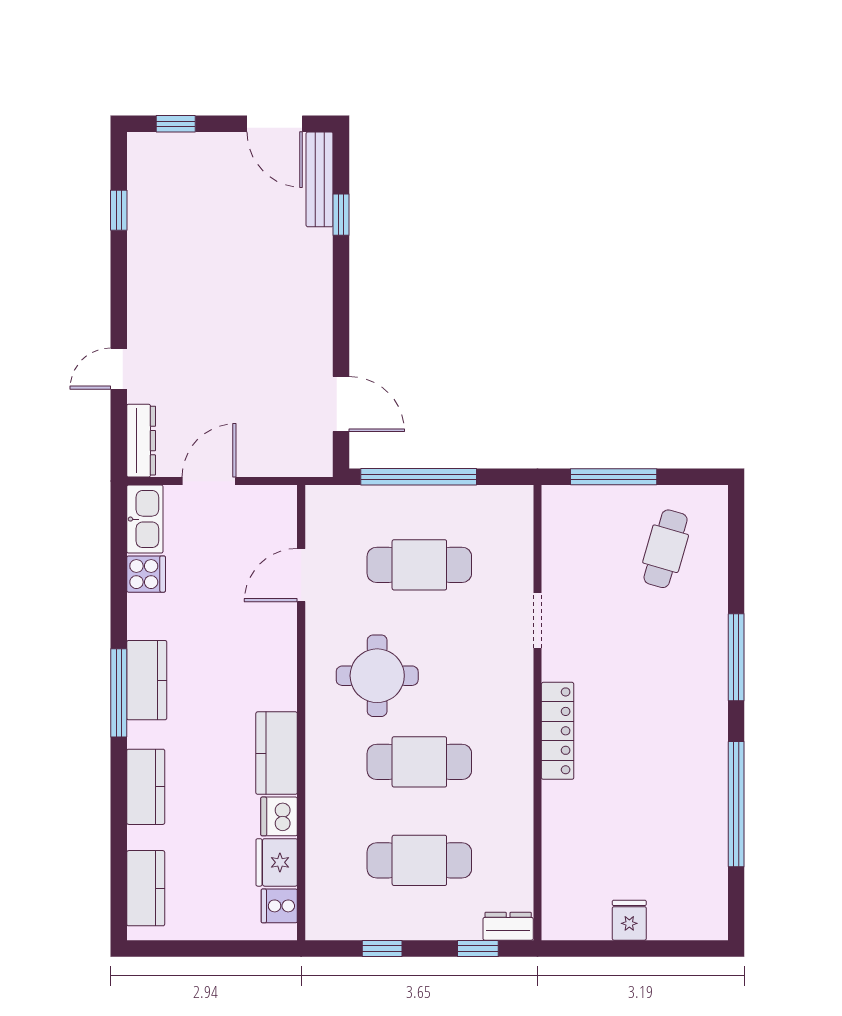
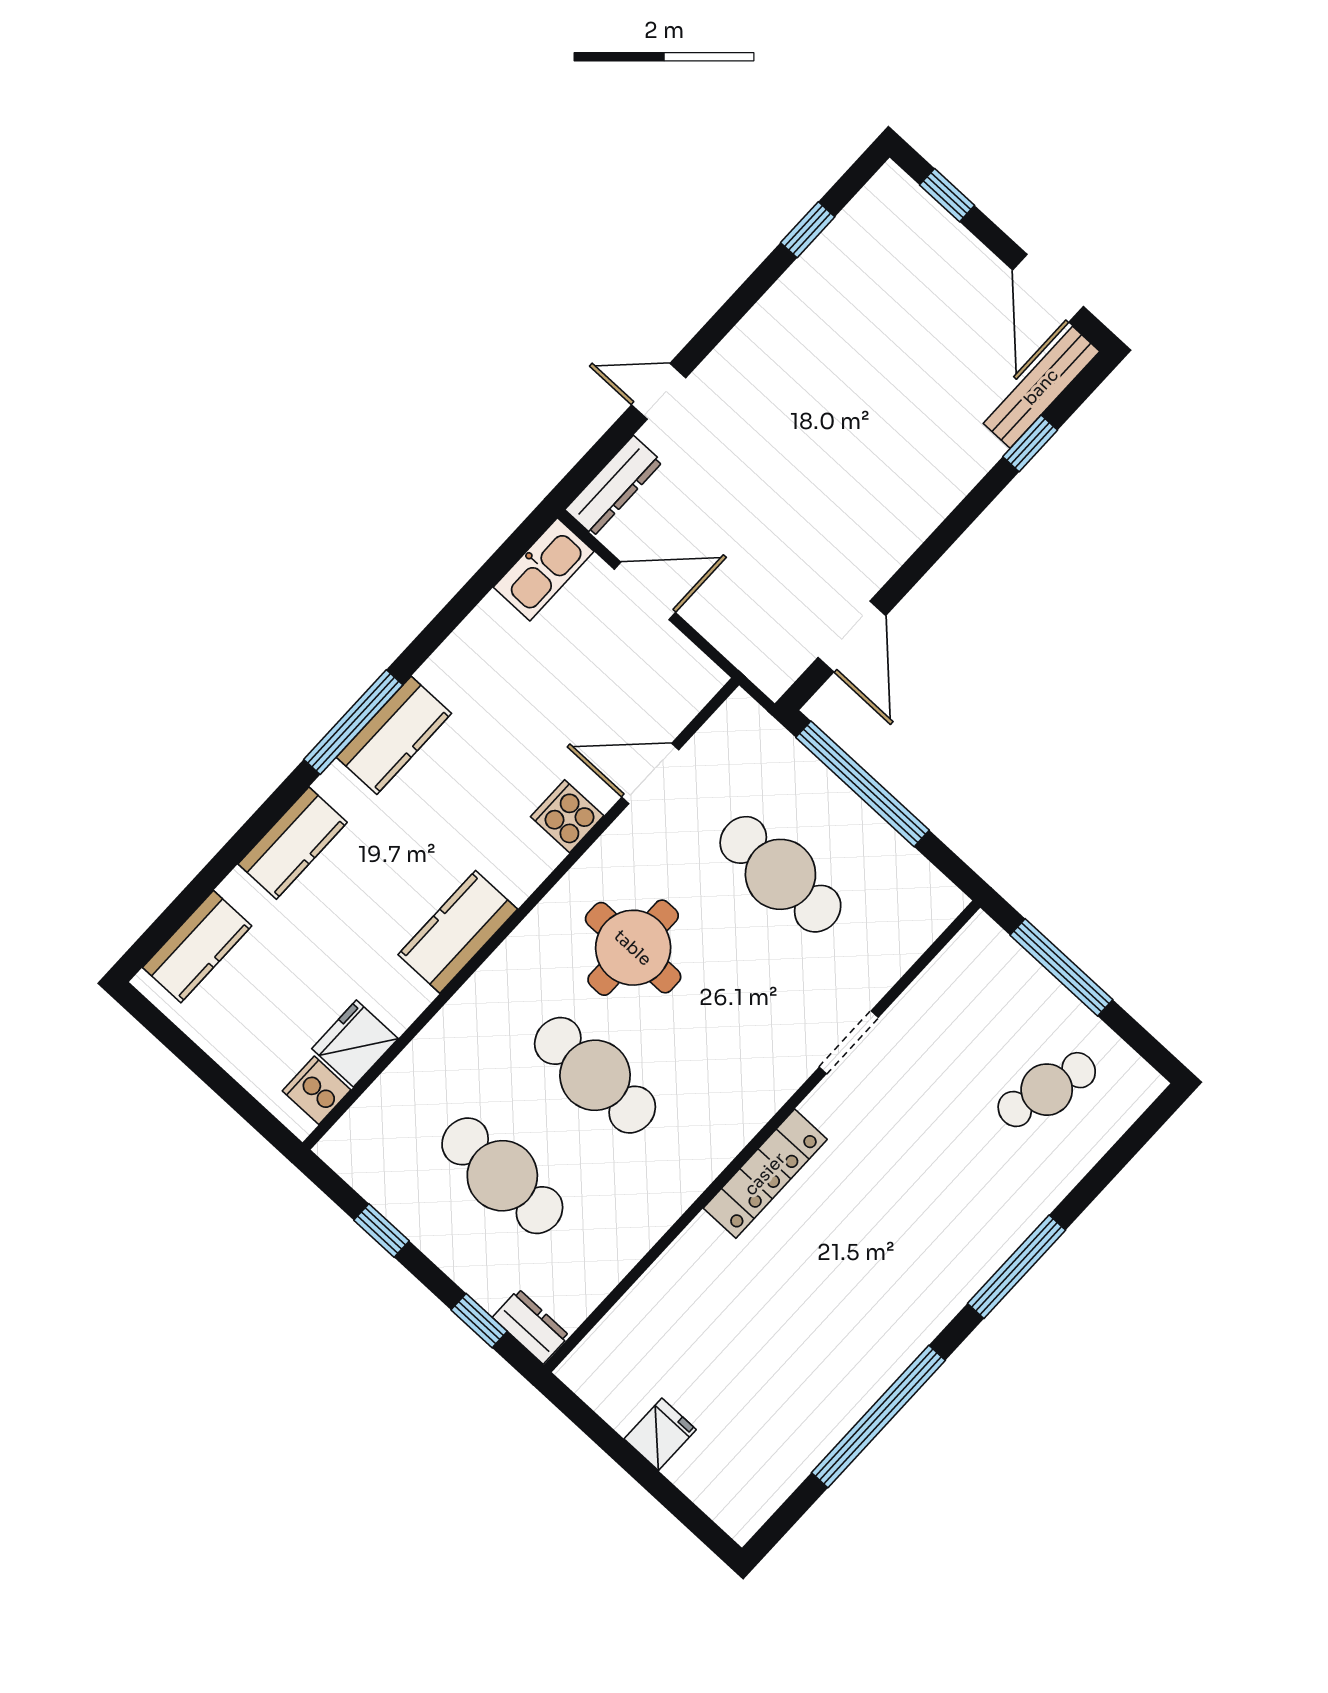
cooker: (146, 574) -> (567, 816), moved, turned 180
dishwasher: (279, 816) -> (401, 999), removed

